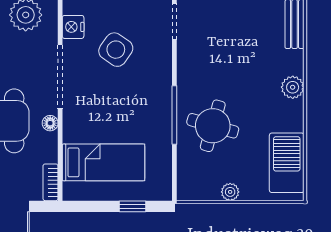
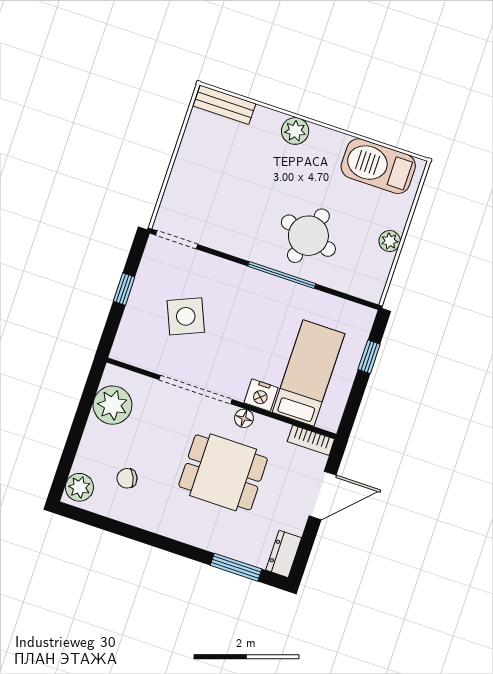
nightstand: (73, 27) -> (261, 395), moved
side table: (116, 50) -> (186, 316), turned 32

